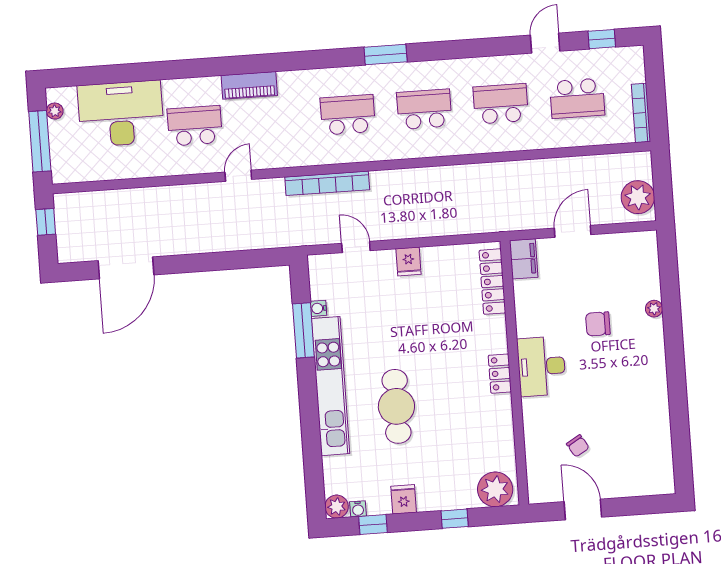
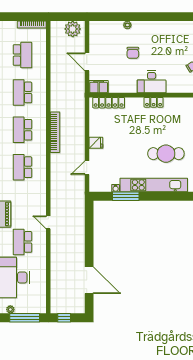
bookcase: (327, 183) -> (55, 132), moved

